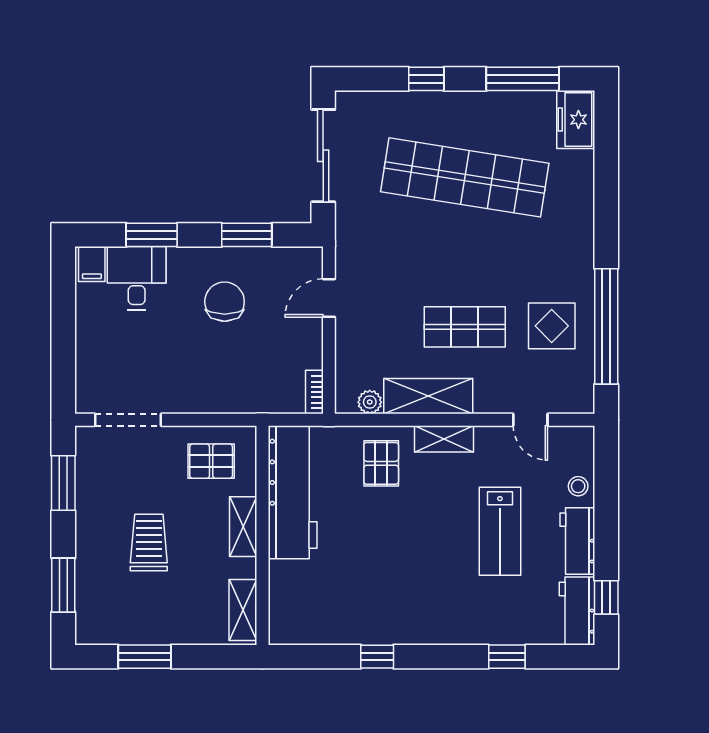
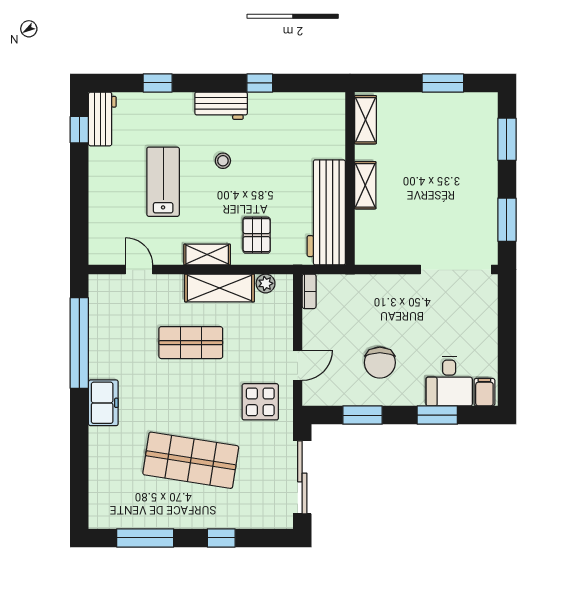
freezer: (576, 120) -> (103, 403), moved
shop shelf: (465, 177) -> (191, 460), width x0.71
display table: (552, 326) -> (260, 402), moved
doorway: (128, 420) -> (456, 270), width x1.36
pallet: (211, 461) -> (390, 237), removed
stool: (578, 486) -> (223, 161), moved
workbench: (577, 541) -> (221, 106), moved, turned 90
trolley: (149, 543) -> (440, 173), removed

